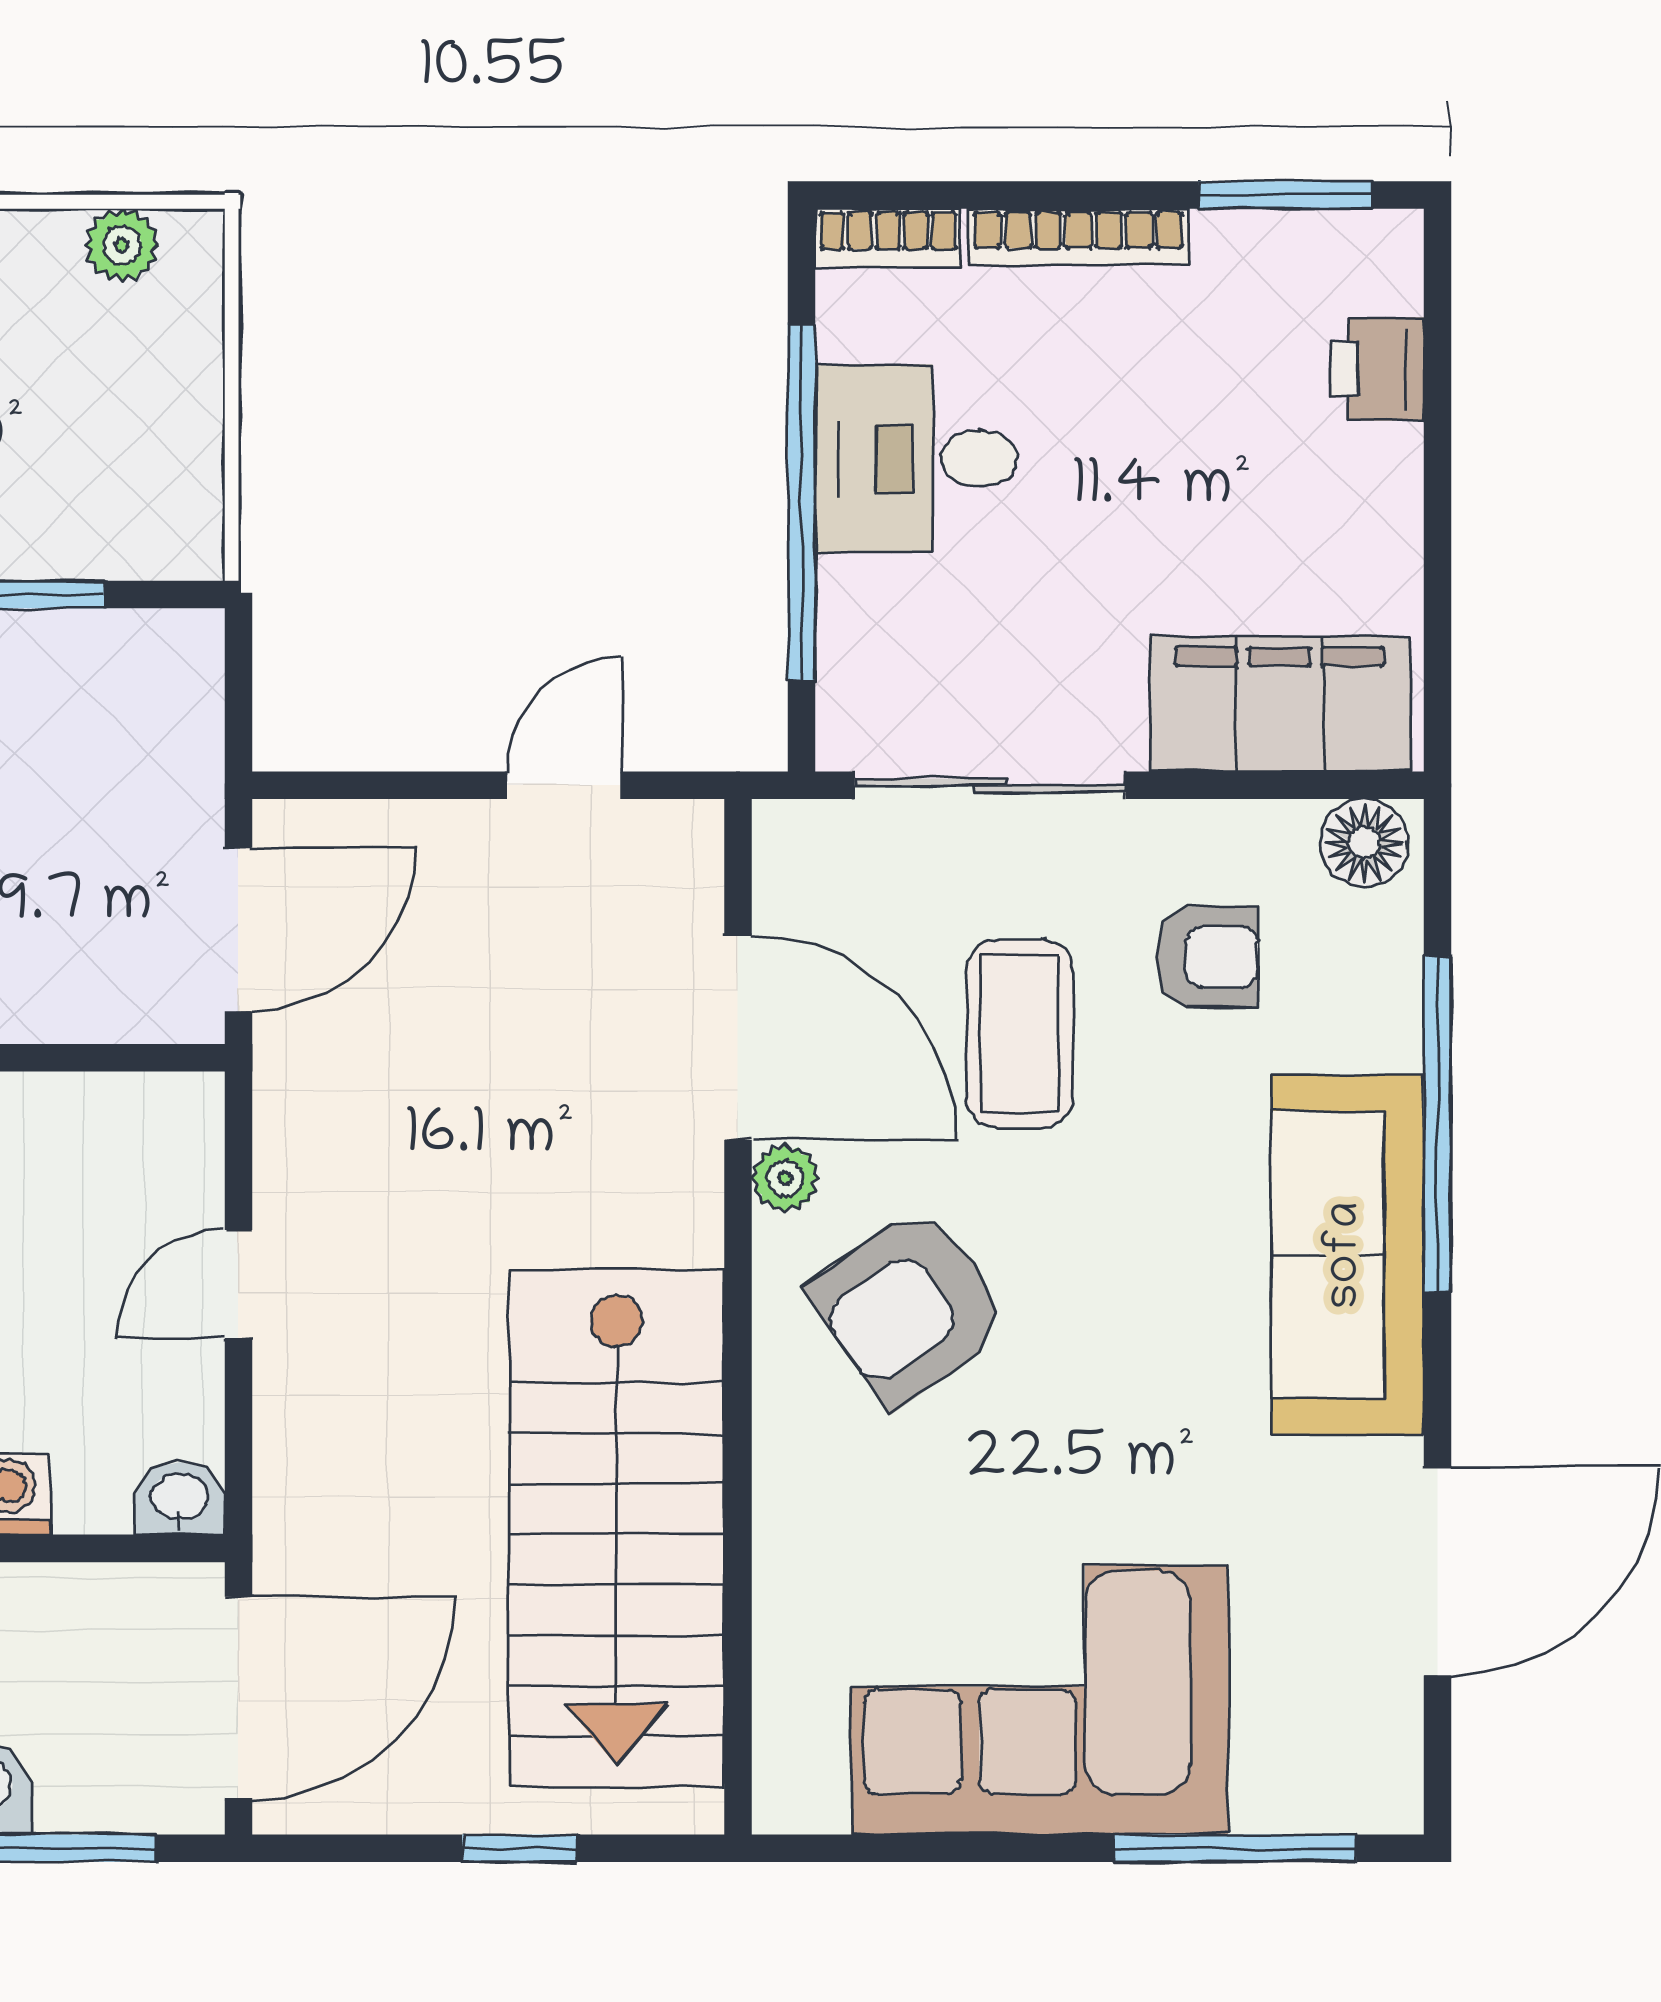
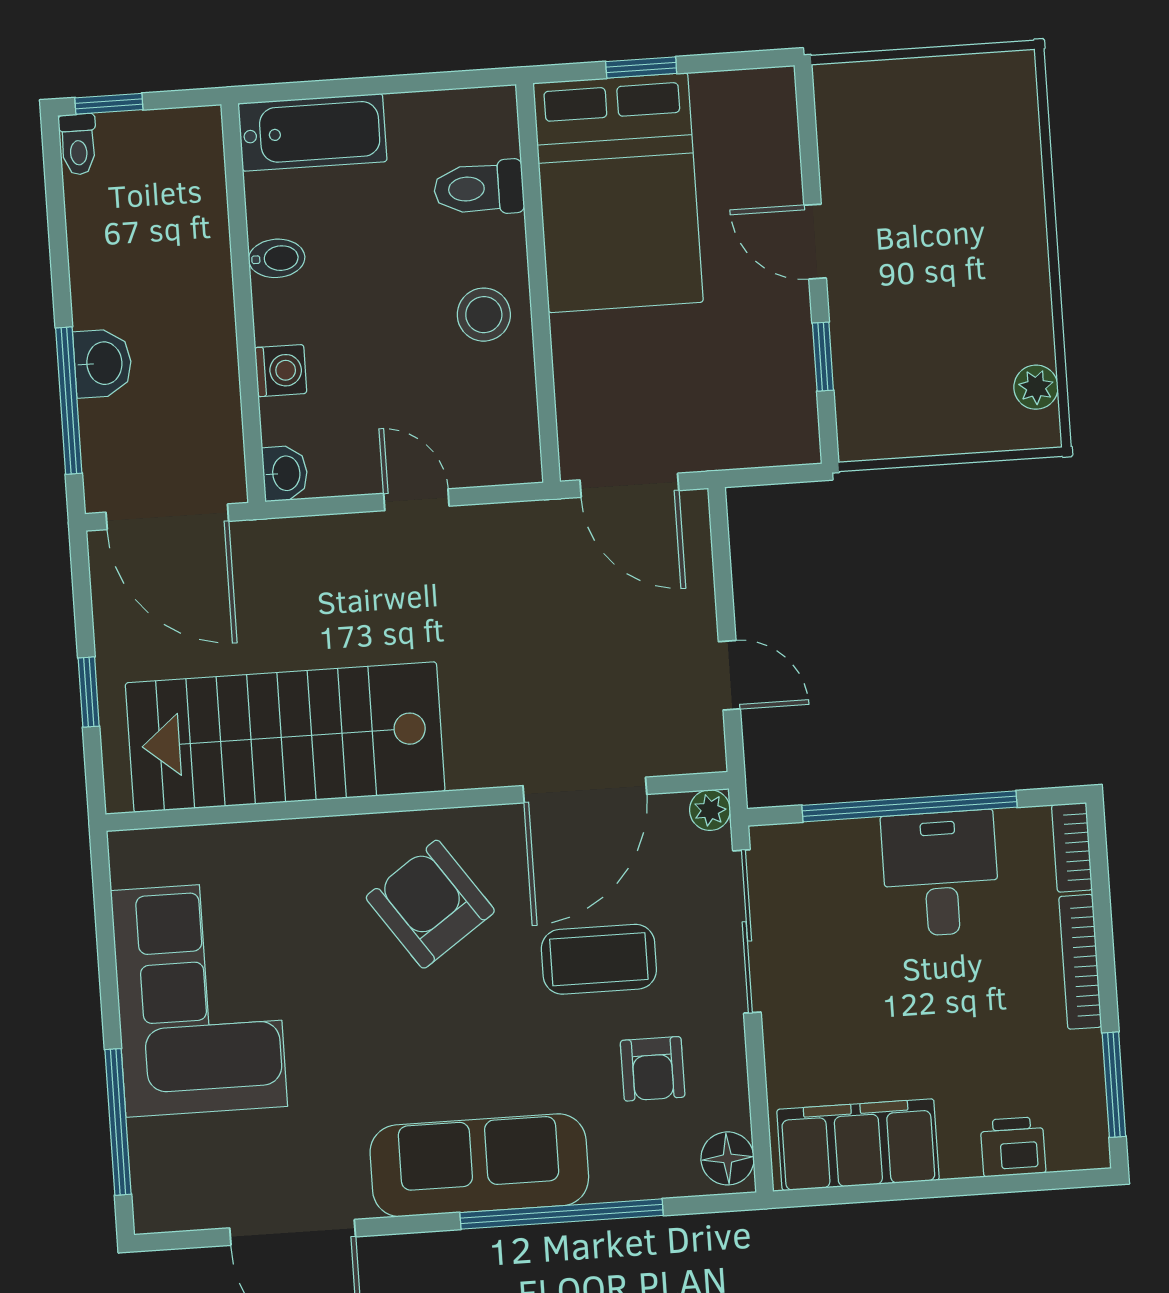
filing cabinet: (1279, 704) -> (858, 1145), moved, turned -90
plant: (785, 1178) -> (710, 810), moved

